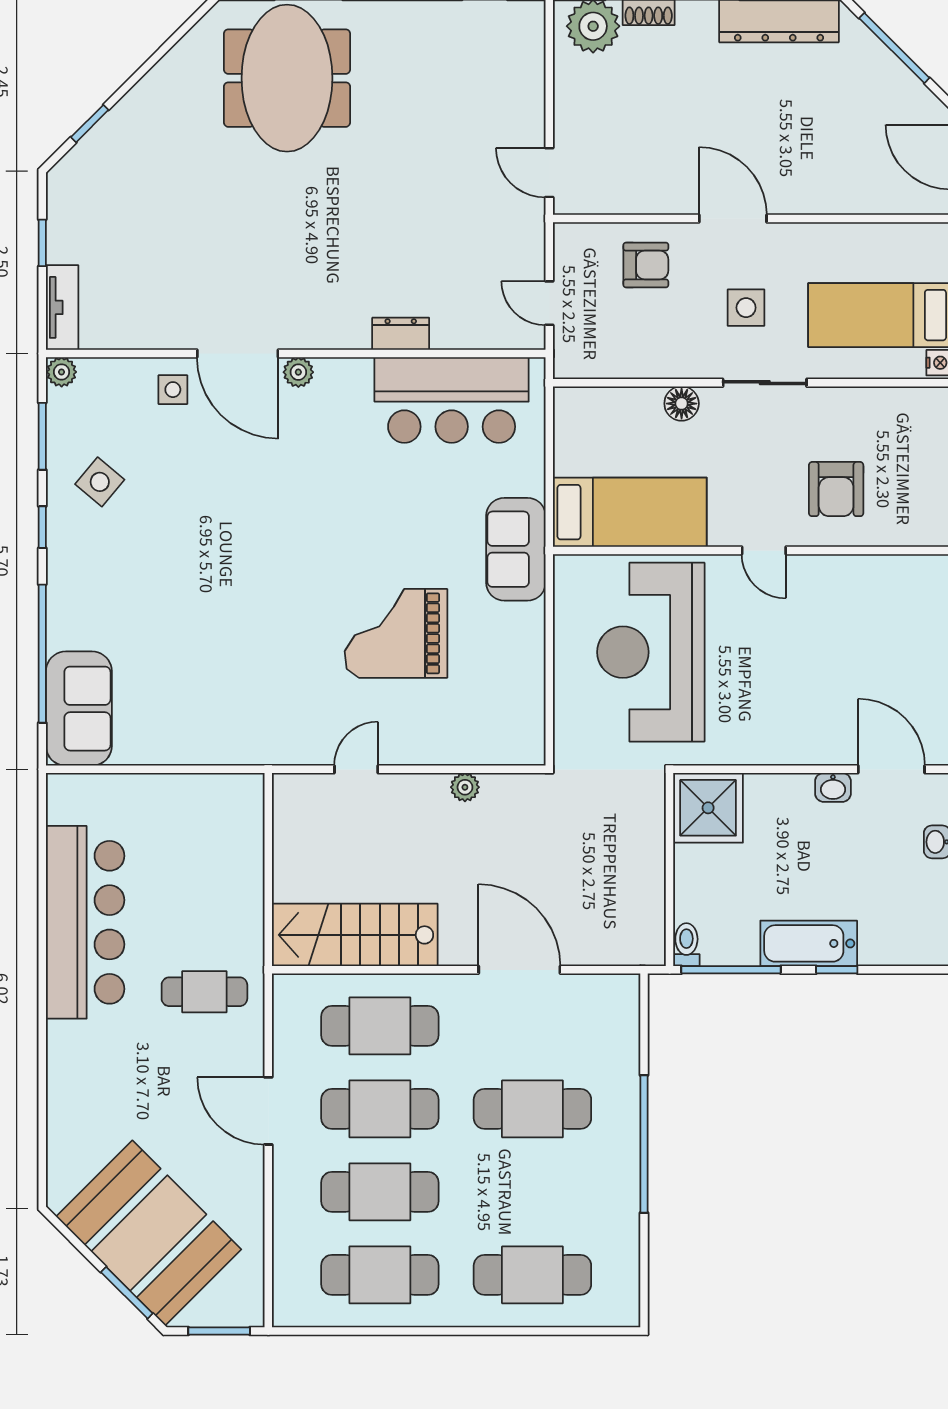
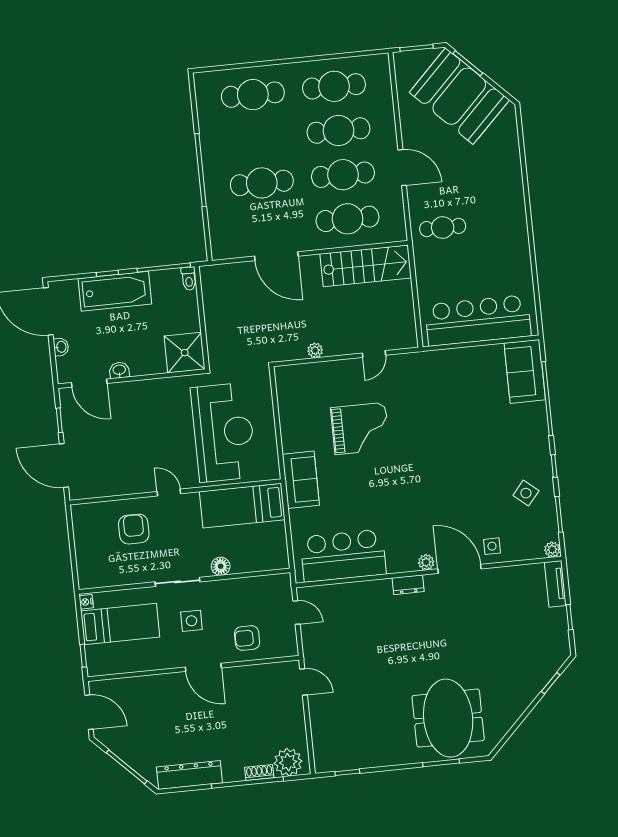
dresser: (401, 334) -> (408, 585), moved
bar counter: (85, 922) -> (478, 320), moved, turned 90
bathtub: (809, 943) -> (115, 291), width x1.36, depth x1.36

